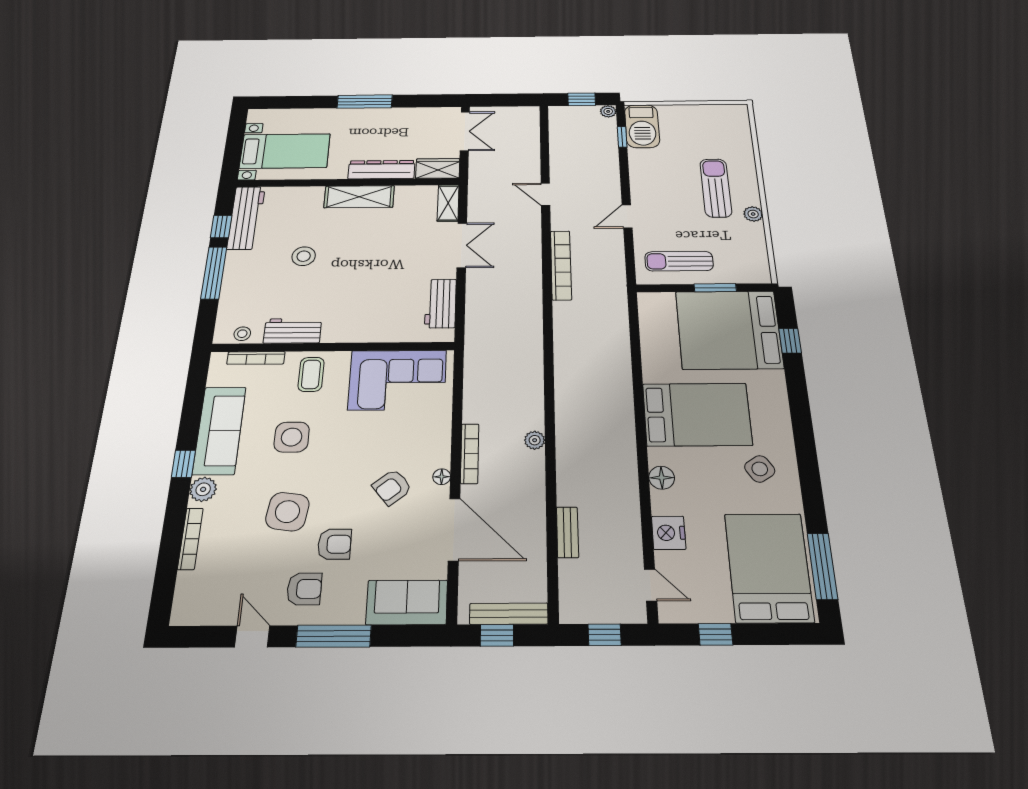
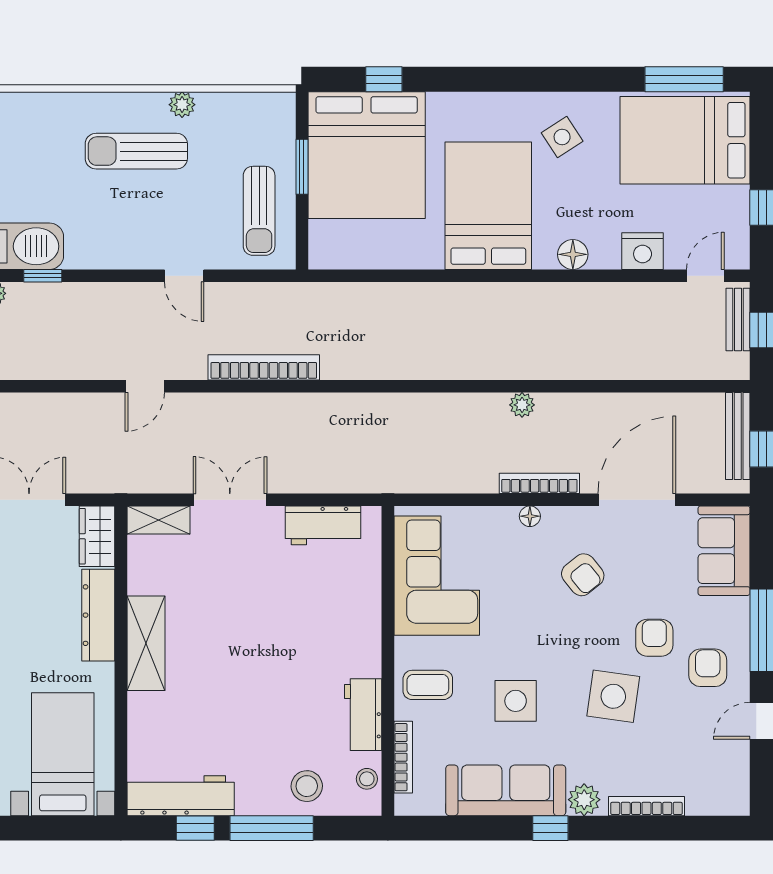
stool: (304, 256) -> (307, 786), moved
floor lamp: (442, 477) -> (530, 516), moved
bench: (567, 532) -> (738, 319), moved, turned 90

